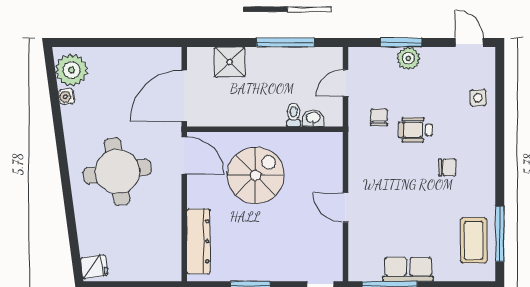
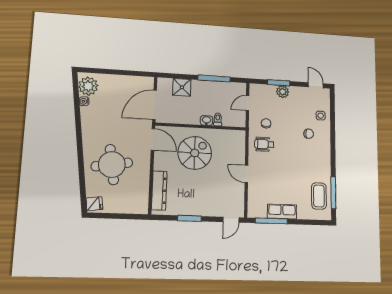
washbasin: (313, 118) -> (206, 121), moved
wheelchair: (416, 130) -> (264, 144), moved
chair: (447, 167) -> (309, 134), moved
round table: (117, 172) -> (112, 165), moved

